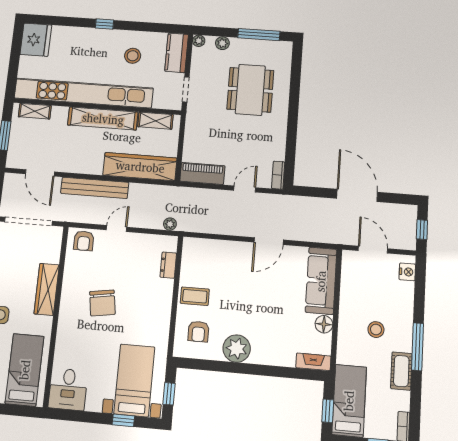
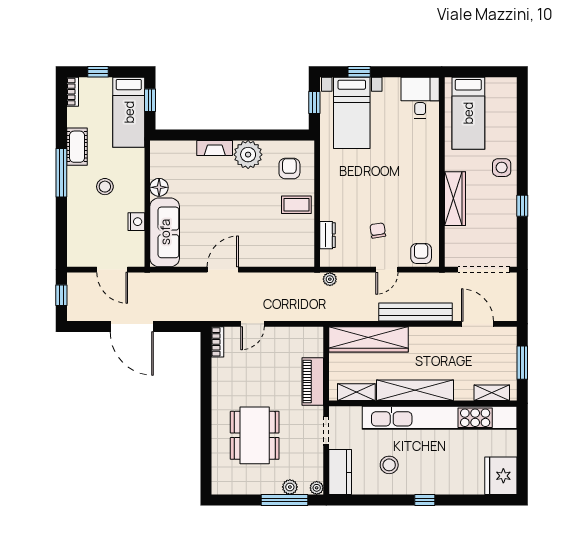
window: (259, 35) -> (285, 500), moved
piano: (202, 174) -> (313, 382), moved, turned 90
nightstand: (407, 272) -> (136, 222), moved, turned 180
chair: (102, 303) -> (378, 230), moved, width x0.54, depth x0.54
fireplace: (313, 362) -> (215, 148), moved

